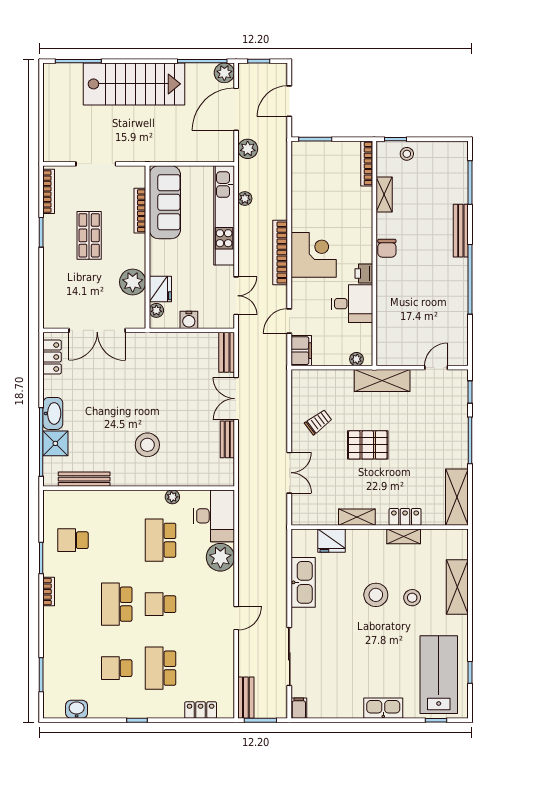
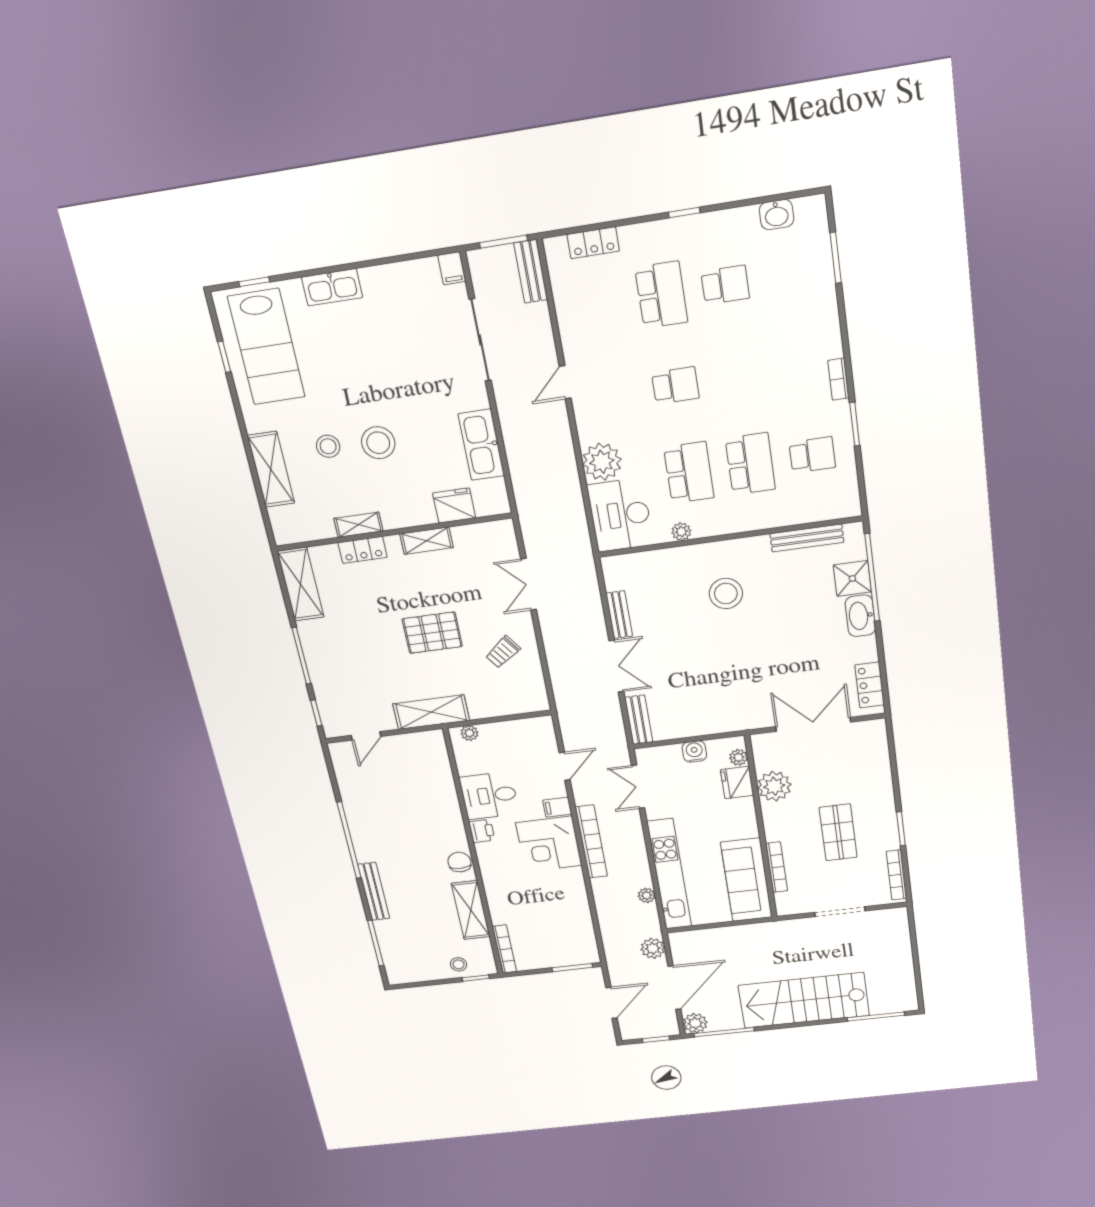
shelving: (384, 195) -> (471, 910), width x1.50, depth x1.33
filing cabinet: (301, 351) -> (557, 807), moved, width x0.50
school desk: (117, 604) -> (750, 464), moved

